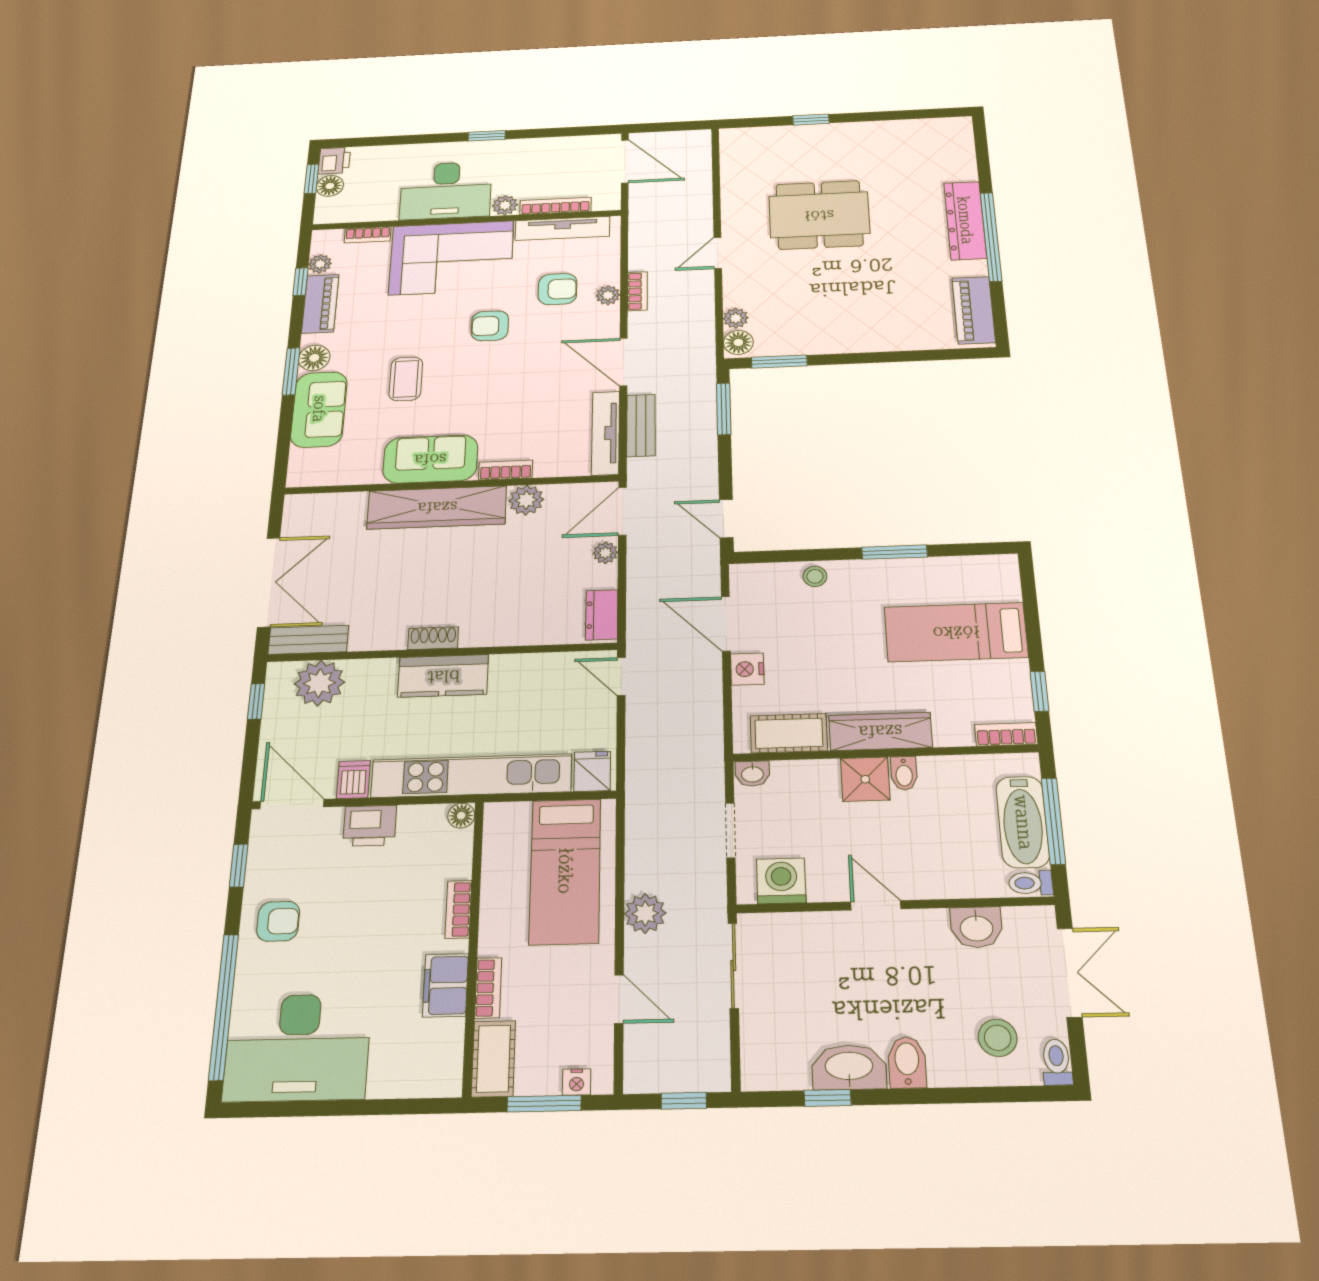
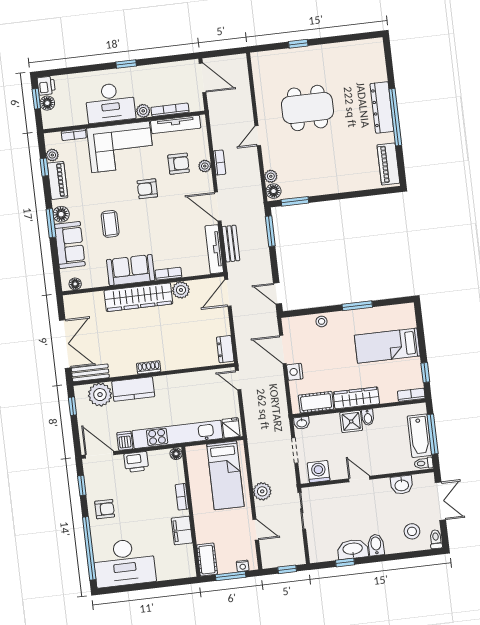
floor lamp: (314, 476) -> (75, 284), added
plant: (605, 553) -> (223, 316), removed
kitchen counter: (443, 676) -> (133, 389), moved
bookcase: (488, 988) -> (200, 530), removed

